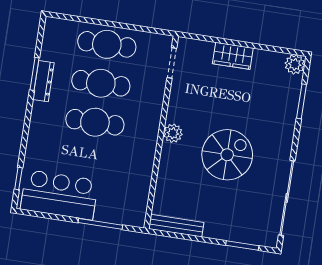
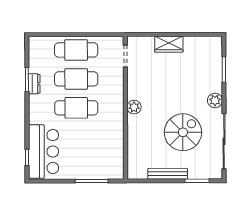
plant: (295, 64) -> (215, 101), moved
dresser: (43, 81) -> (34, 84), width x0.70
spiral stairs: (227, 155) -> (183, 132), moved
bar counter: (59, 195) -> (44, 152), moved, turned 90
bench: (176, 226) -> (168, 174), moved

